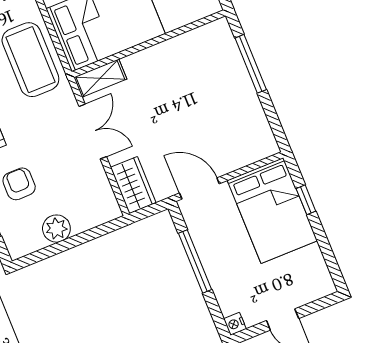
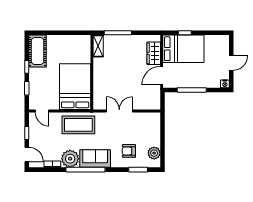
shelving: (100, 78) -> (98, 46), moved
wardrobe: (133, 185) -> (154, 53), moved, turned -90
plant: (56, 229) -> (154, 153), moved

